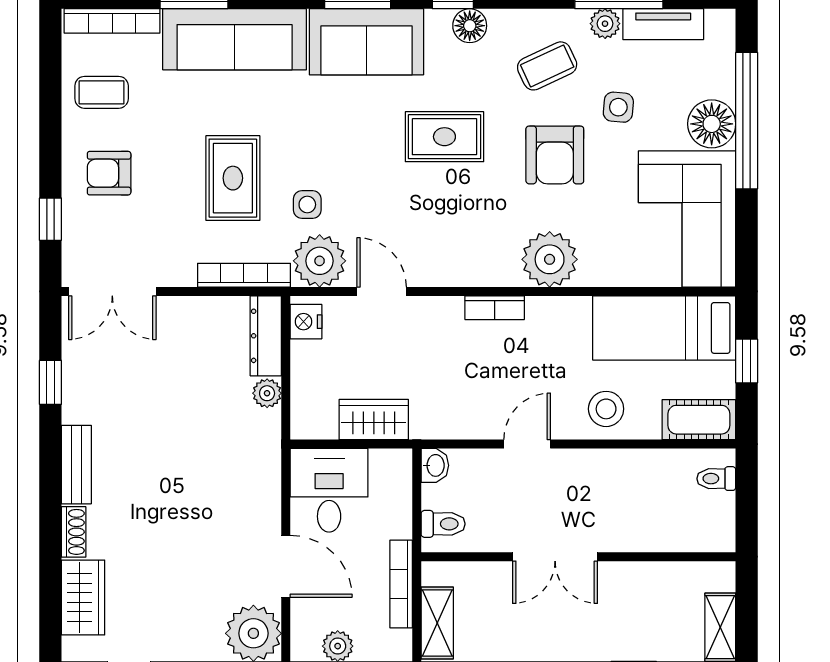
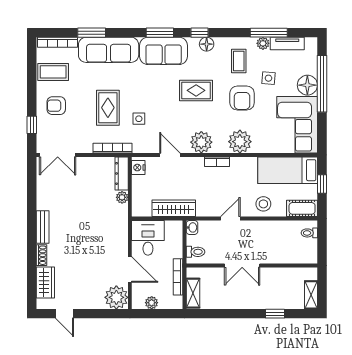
coffee table: (547, 66) -> (239, 61), turned -65
coffee table: (102, 92) -> (53, 72), width x1.36, depth x1.30
plant: (320, 261) -> (201, 142), moved
window: (50, 382) -> (32, 193), removed
wardrobe: (374, 420) -> (174, 208), width x1.50

